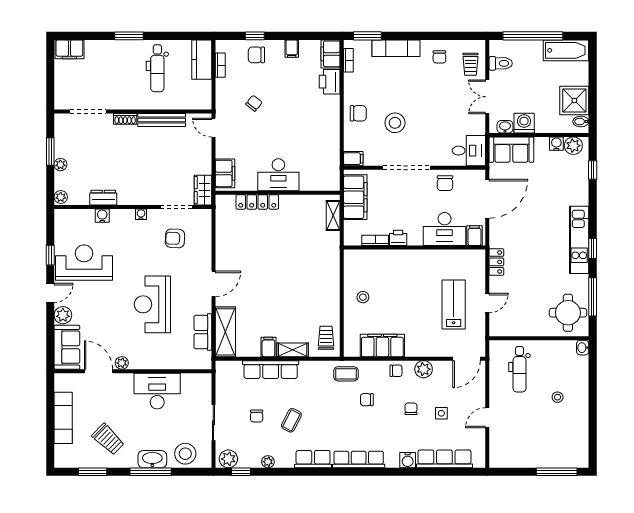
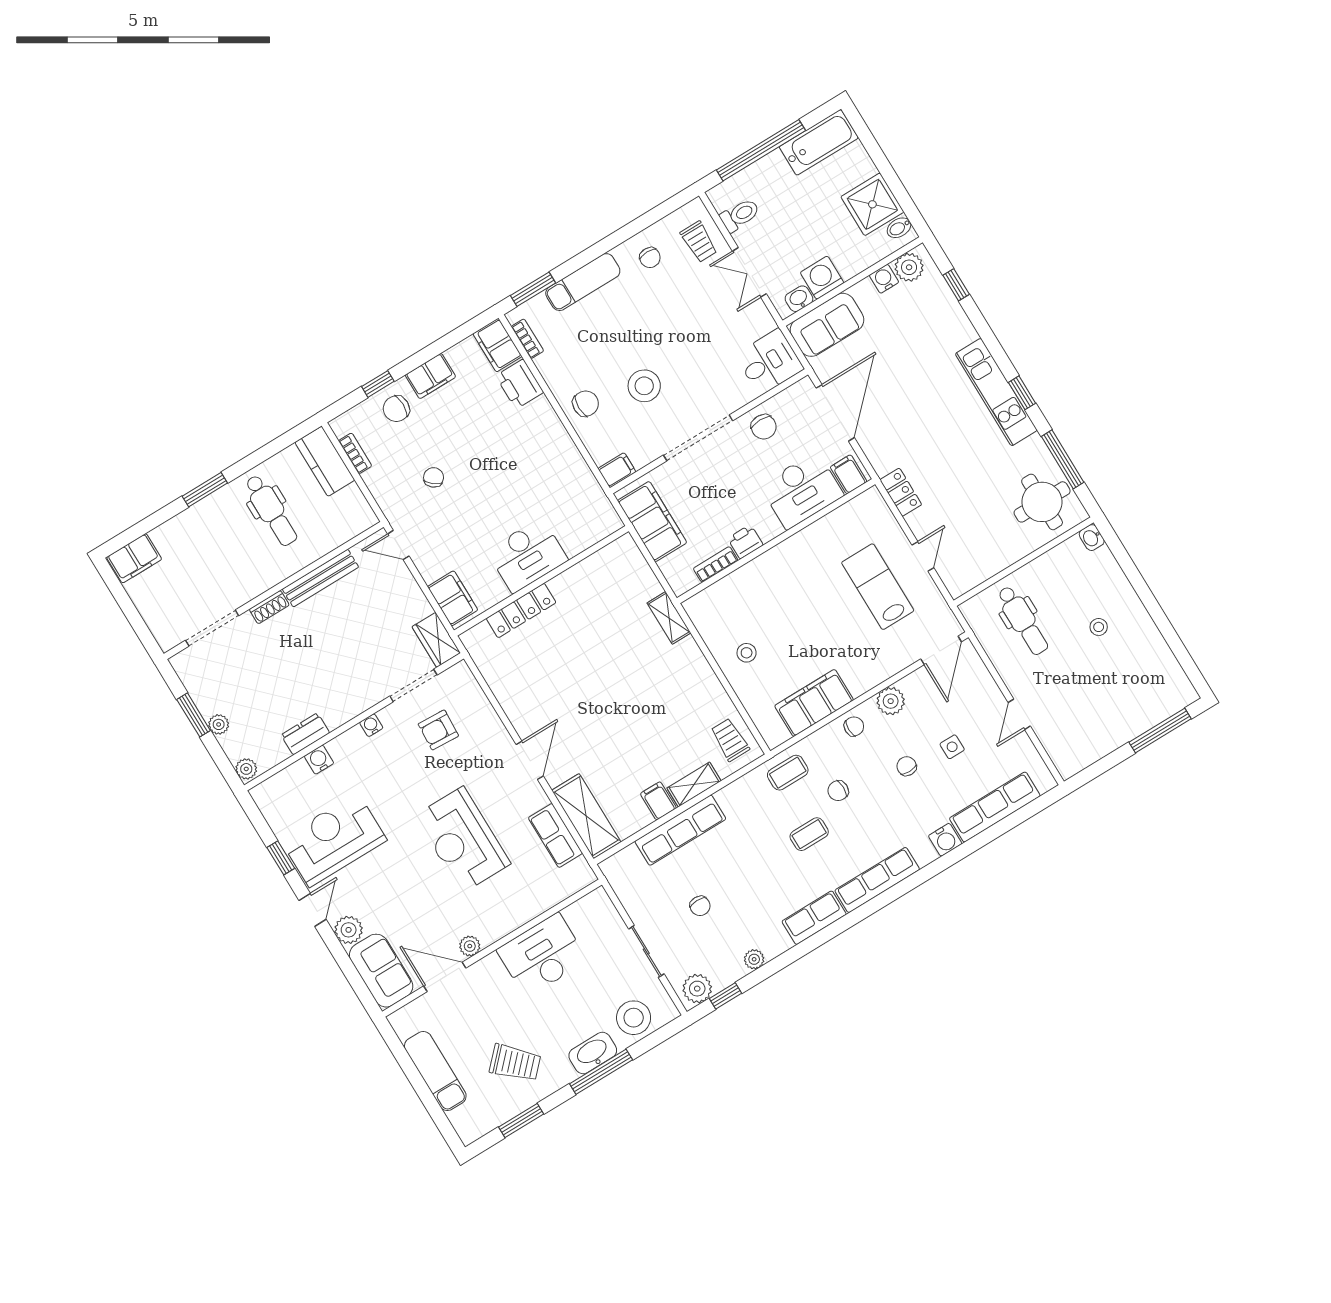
filing cabinet: (292, 49) -> (430, 376), width x2.00
shelving: (333, 215) -> (669, 618), moved
coffee table: (291, 420) -> (809, 834), moved, turned 63

